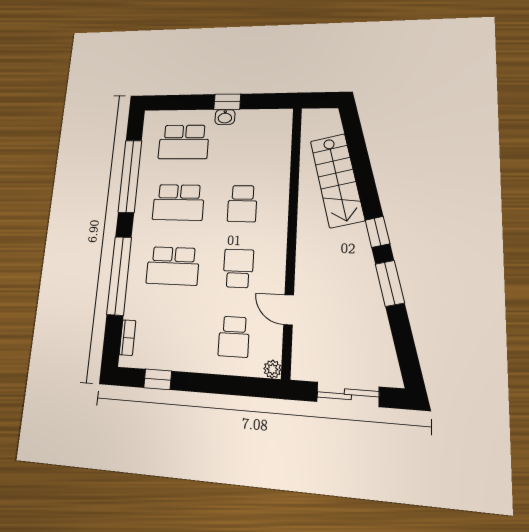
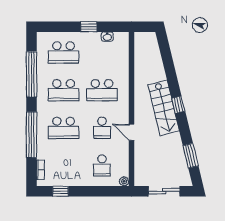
washbasin: (225, 117) -> (107, 37), moved
stairs: (337, 180) -> (164, 108), moved
school desk: (242, 204) -> (102, 90), width x1.85
school desk: (238, 268) -> (102, 128), turned 180
window: (390, 283) -> (191, 156), moved
door: (289, 310) -> (131, 132), moved

